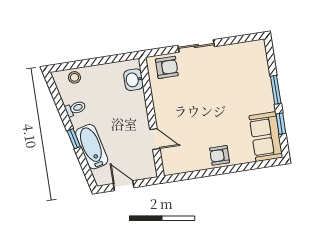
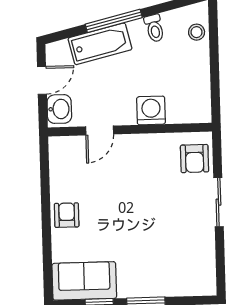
washbasin: (133, 80) -> (59, 109), moved, turned 90
washing machine: (136, 103) -> (151, 110), added
window: (74, 139) -> (114, 21), width x2.17

